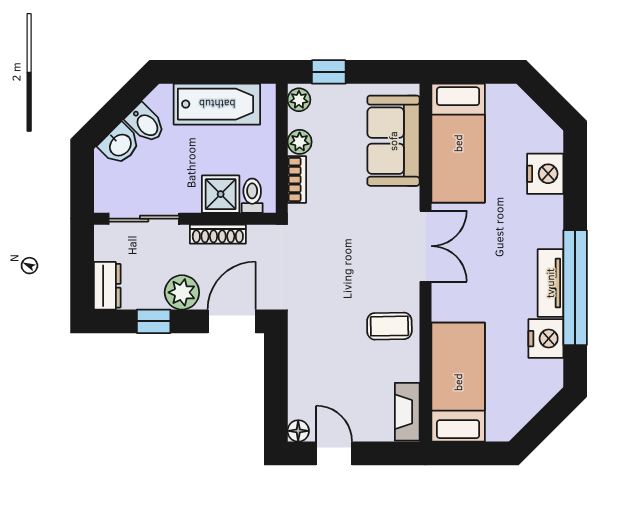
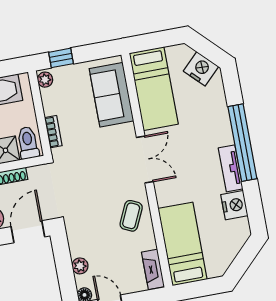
plant: (300, 142) -> (80, 266), moved
nightstand: (545, 174) -> (201, 69), moved, turned -45
toilet: (252, 196) -> (28, 143), width x1.37, depth x1.39
window: (575, 288) -> (242, 143), moved
coffee table: (389, 326) -> (131, 216), turned -64

